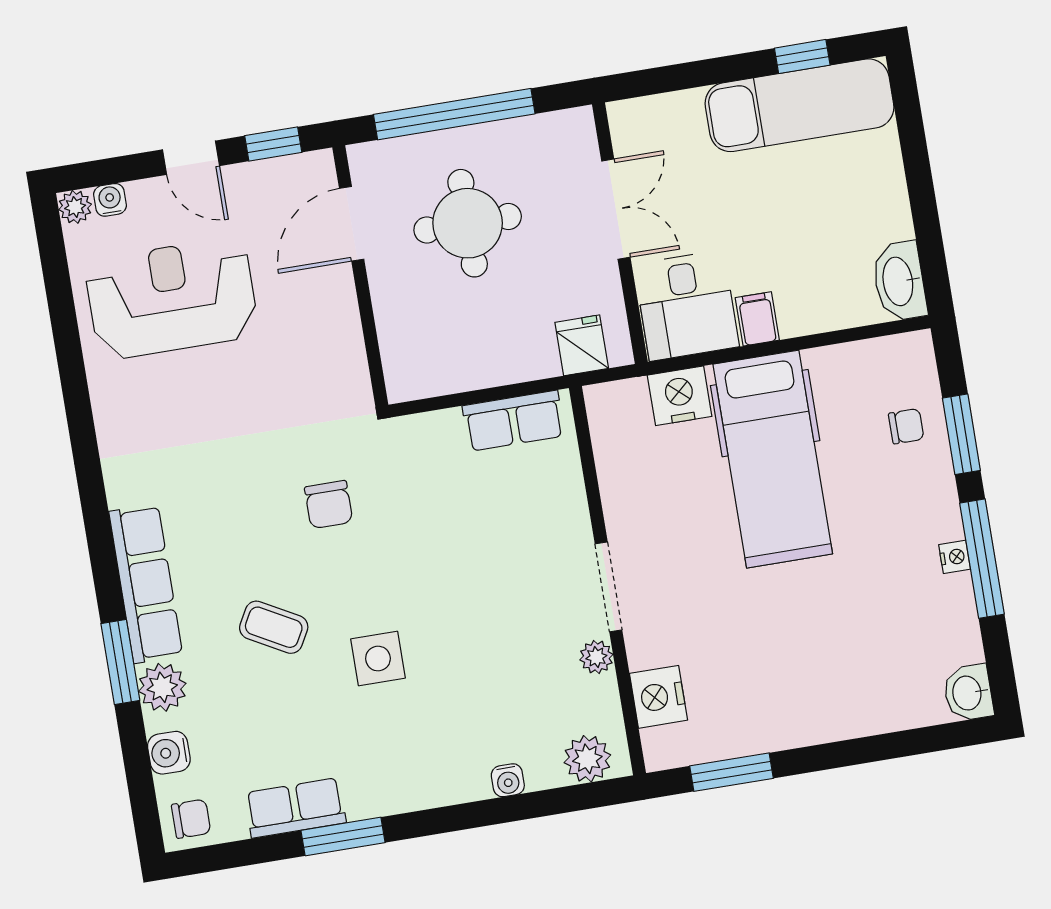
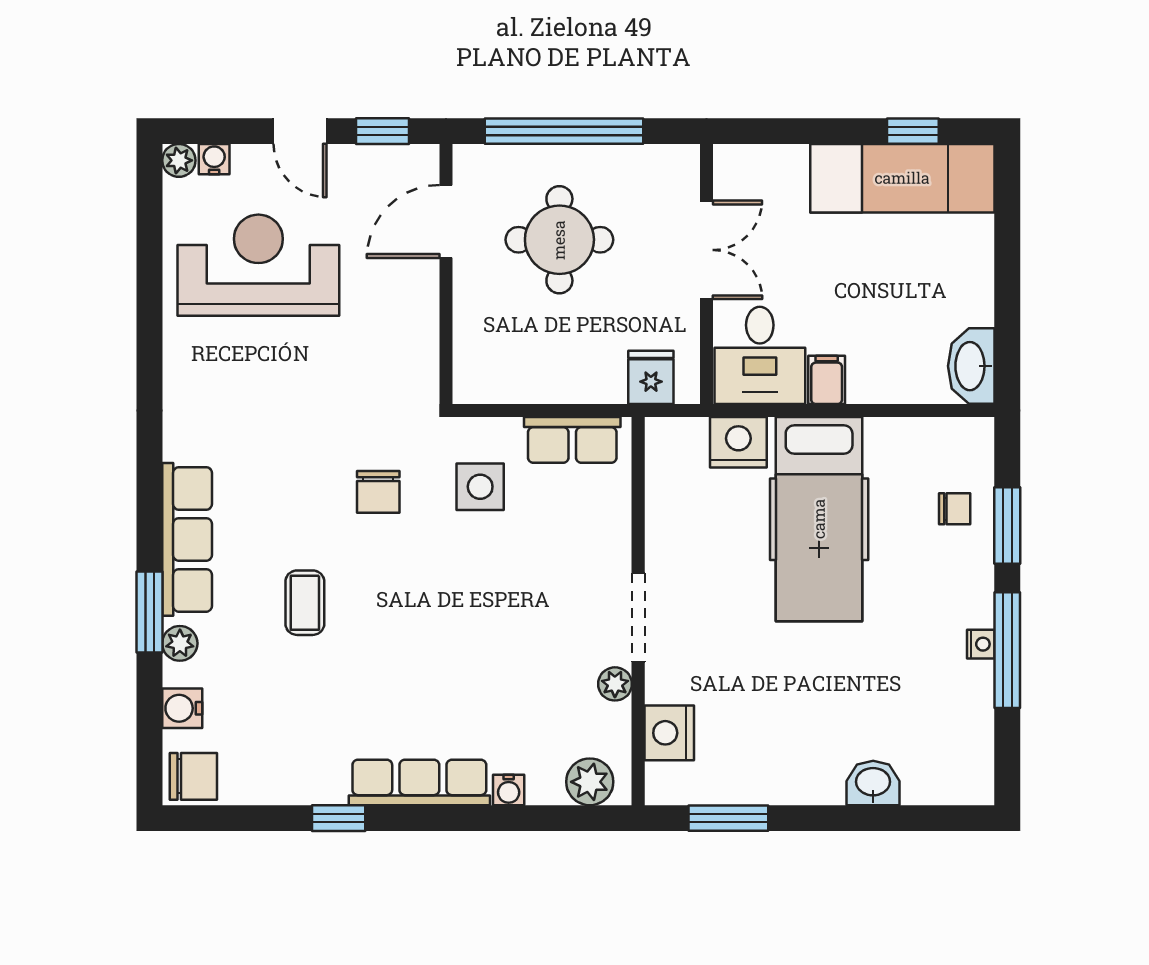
coffee table: (274, 627) -> (305, 603), turned 61
side table: (378, 659) -> (480, 487), moved
plant: (162, 687) -> (180, 643), width x0.73, depth x0.73
washbasin: (968, 693) -> (873, 783), moved, turned 90
row of seats: (295, 808) -> (419, 782), moved, width x1.48
chair: (191, 819) -> (193, 776), width x1.37, depth x1.37
window: (343, 836) -> (339, 818), width x0.67

